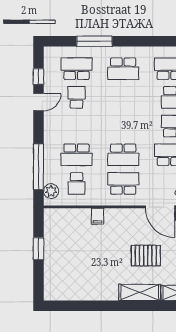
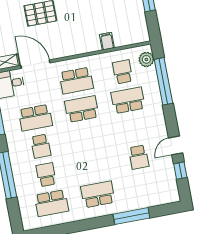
school desk: (76, 69) -> (144, 186), removed
filing cabinet: (97, 216) -> (107, 41), moved

